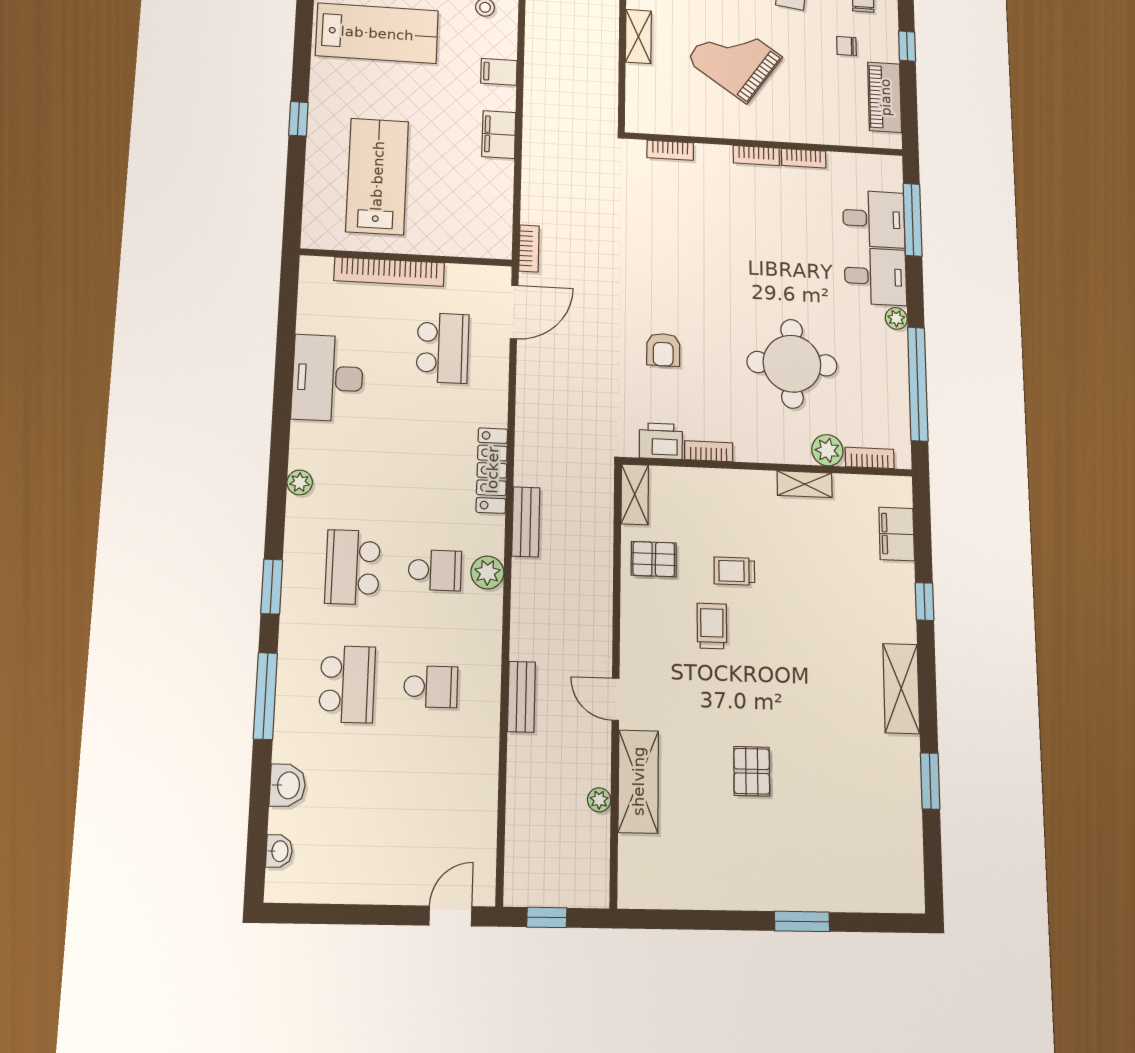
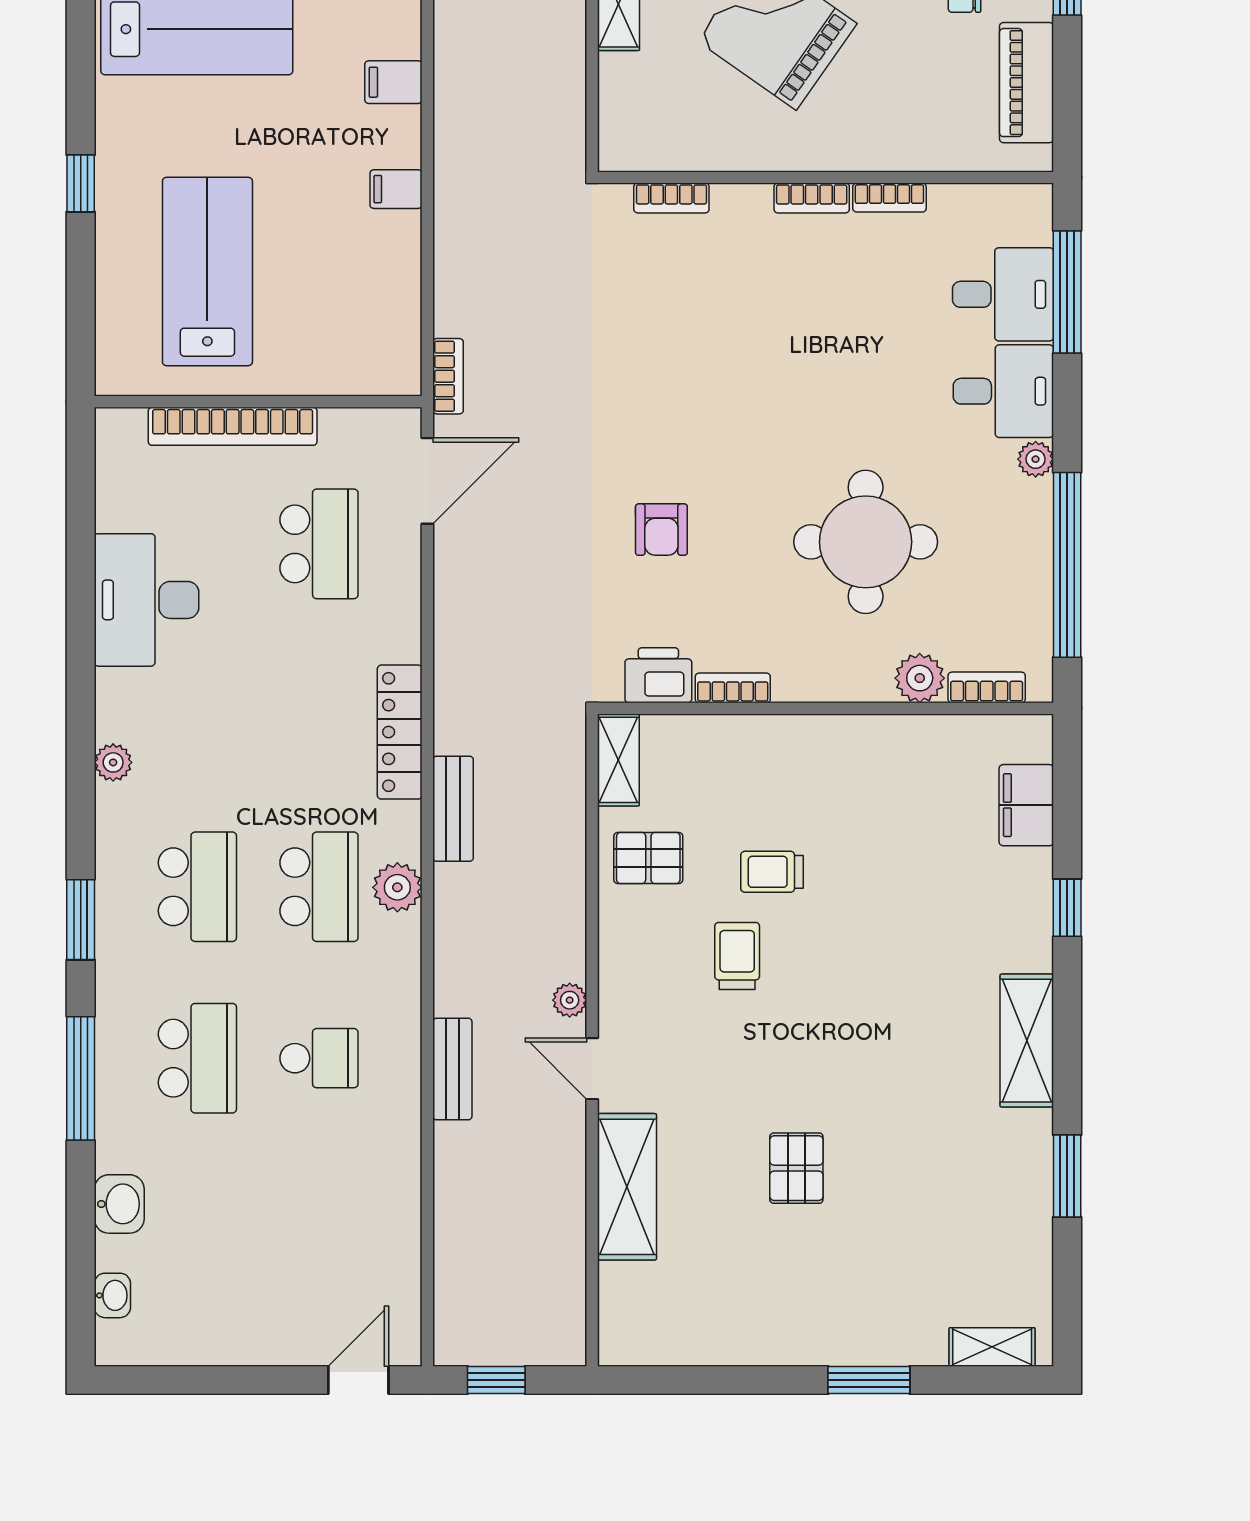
filing cabinet: (499, 134) -> (396, 189), width x0.50
shelving: (805, 484) -> (992, 1347), moved
school desk: (353, 567) -> (197, 887), turned 180
school desk: (435, 570) -> (319, 887), width x1.85
plant: (599, 800) -> (570, 1000), moved

